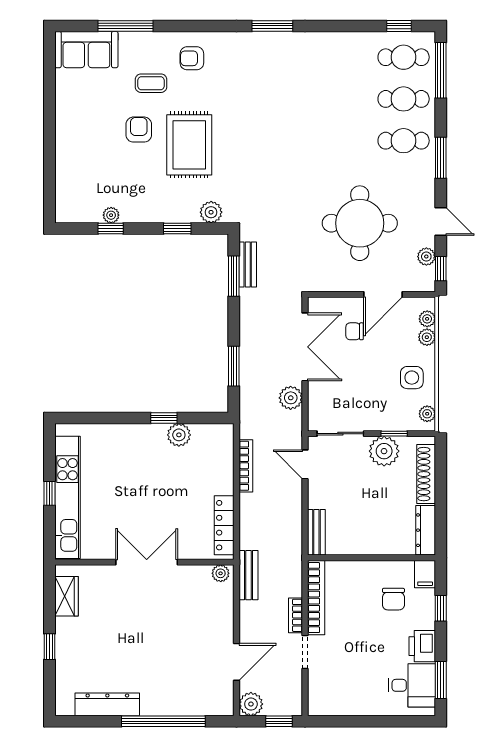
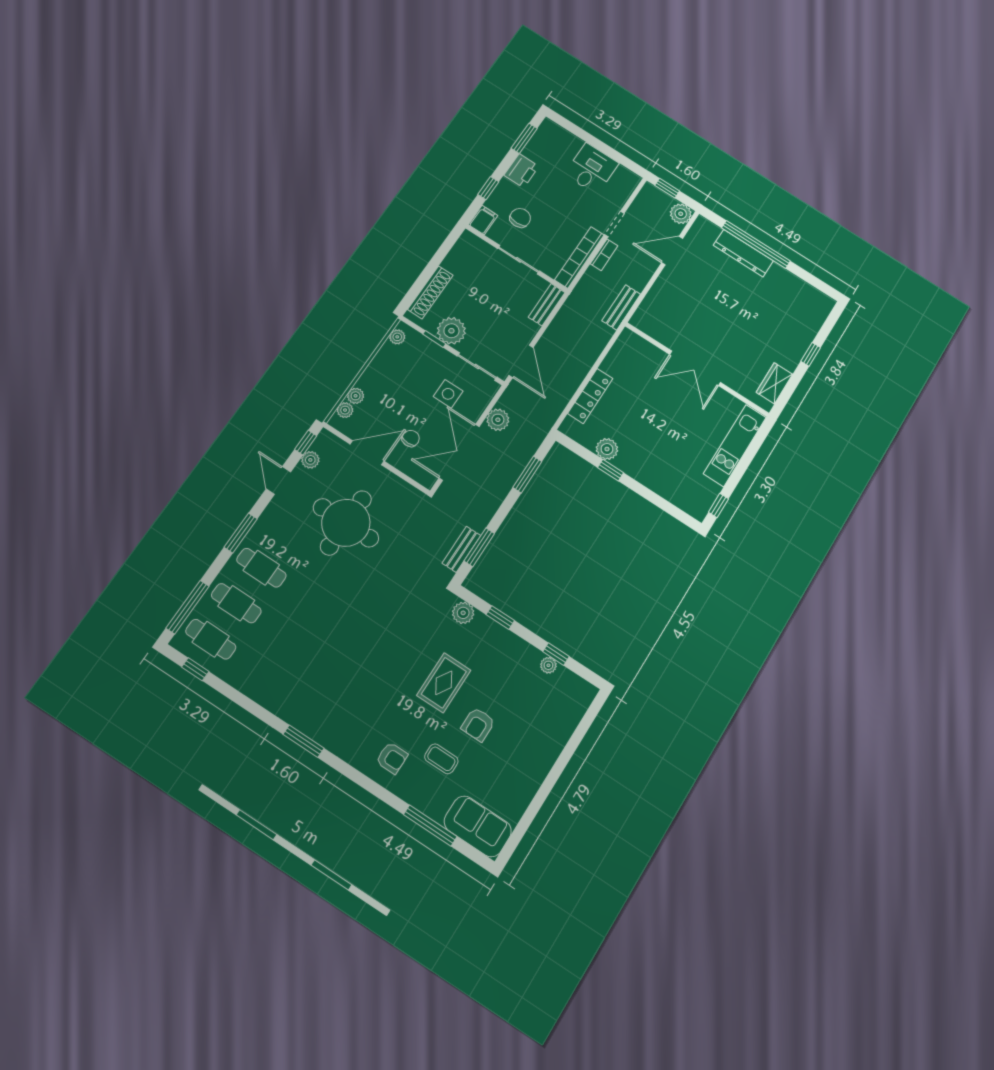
rug: (189, 145) -> (444, 683), width x0.73, depth x0.70
chair: (355, 331) -> (411, 438), turned -90
side table: (412, 378) -> (448, 394), moved
door: (305, 464) -> (521, 361), width x1.38
bookcase: (246, 466) -> (569, 391), removed
window: (50, 493) -> (718, 505), moved
kitchen unit: (68, 497) -> (735, 445), width x0.73
locker: (224, 525) -> (590, 396), moved
dresser: (426, 530) -> (460, 251), removed
sliding door: (369, 558) -> (519, 260), added
plant: (221, 573) -> (642, 323), removed
desk: (412, 685) -> (591, 169), moved, turned 90
dresser: (107, 704) -> (743, 253), moved

